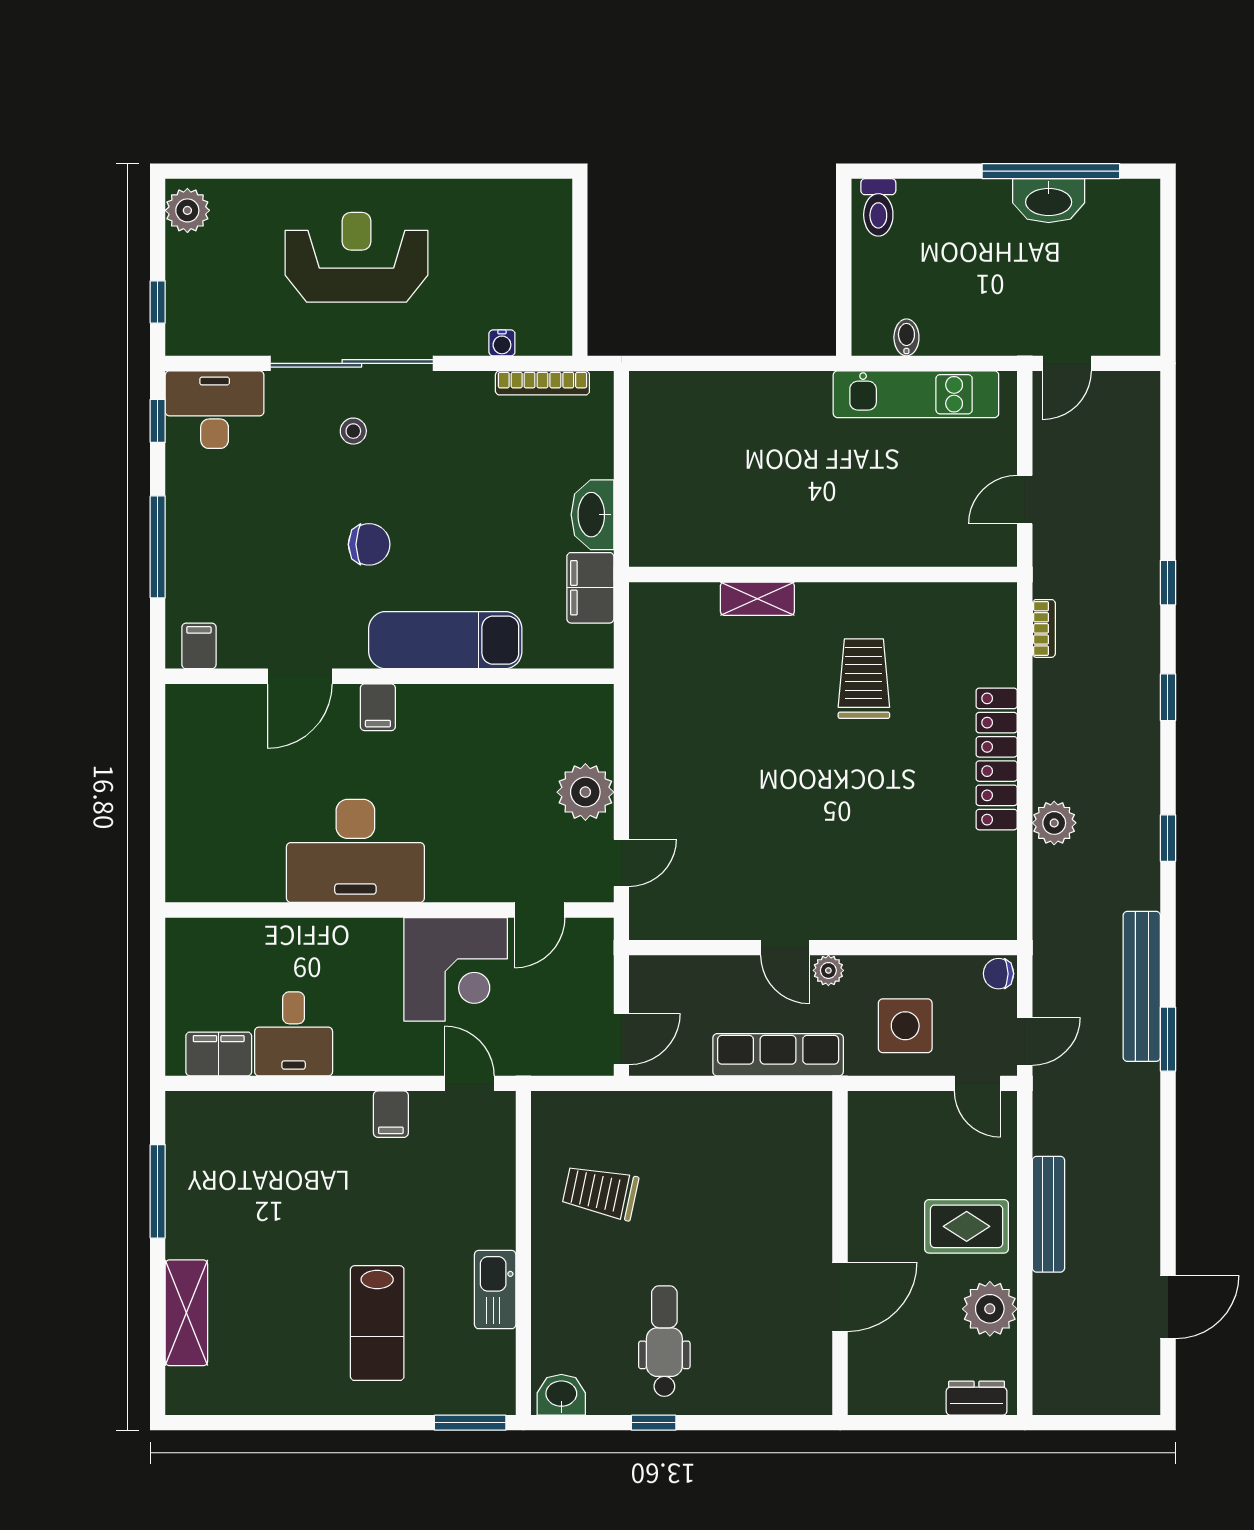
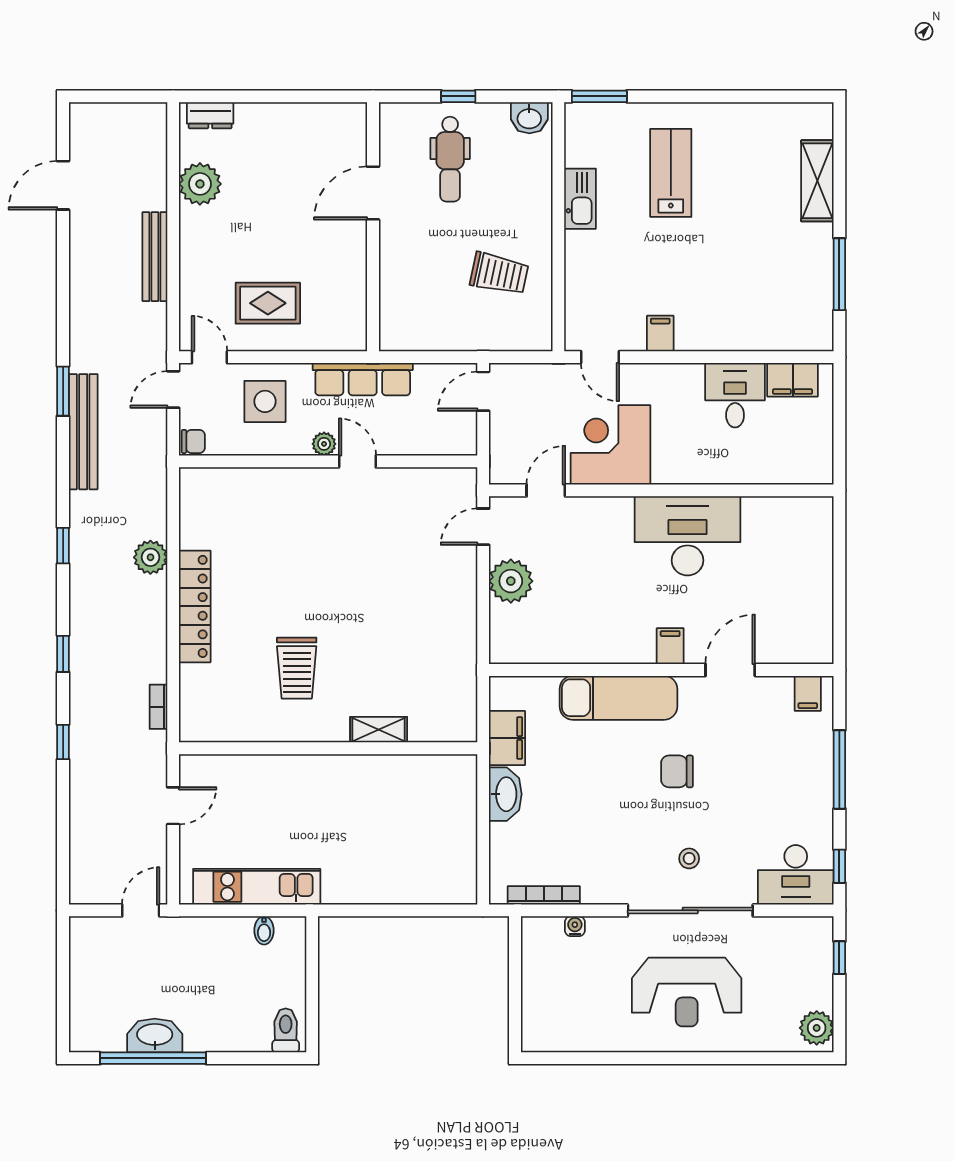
rug: (967, 1226) -> (268, 303), moved
wall: (840, 1253) -> (373, 227), moved
door: (840, 1297) -> (373, 193), moved

